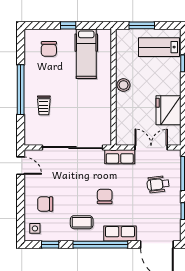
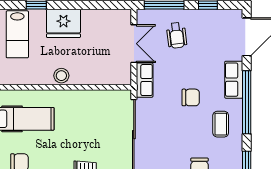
fridge: (169, 110) -> (63, 23), moved
double door: (151, 148) -> (134, 44), swing flipped
chair: (105, 196) -> (191, 97), turned 180

